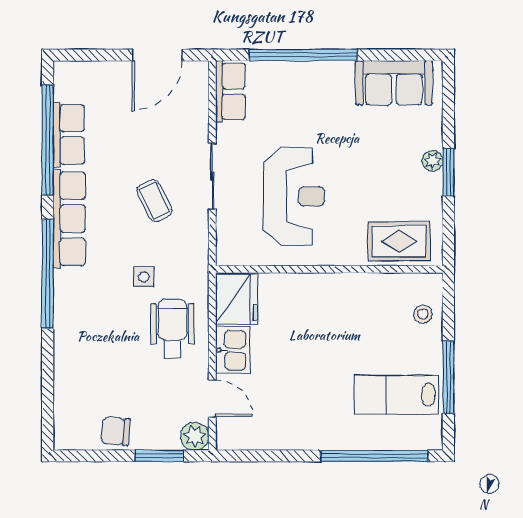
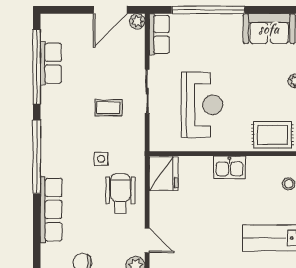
plant: (197, 72) -> (137, 21), added
coffee table: (154, 201) -> (108, 108), turned -63
row of seats: (69, 219) -> (51, 210), moved
kitchen sink: (233, 350) -> (229, 167), moved, turned 90

